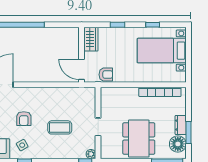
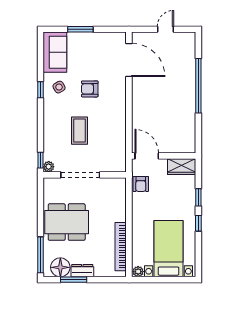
window: (153, 25) -> (198, 223), moved
door: (82, 69) -> (147, 156), hinge flipped
plant: (181, 77) -> (138, 272), added
doorway: (98, 127) -> (80, 175), width x1.88

